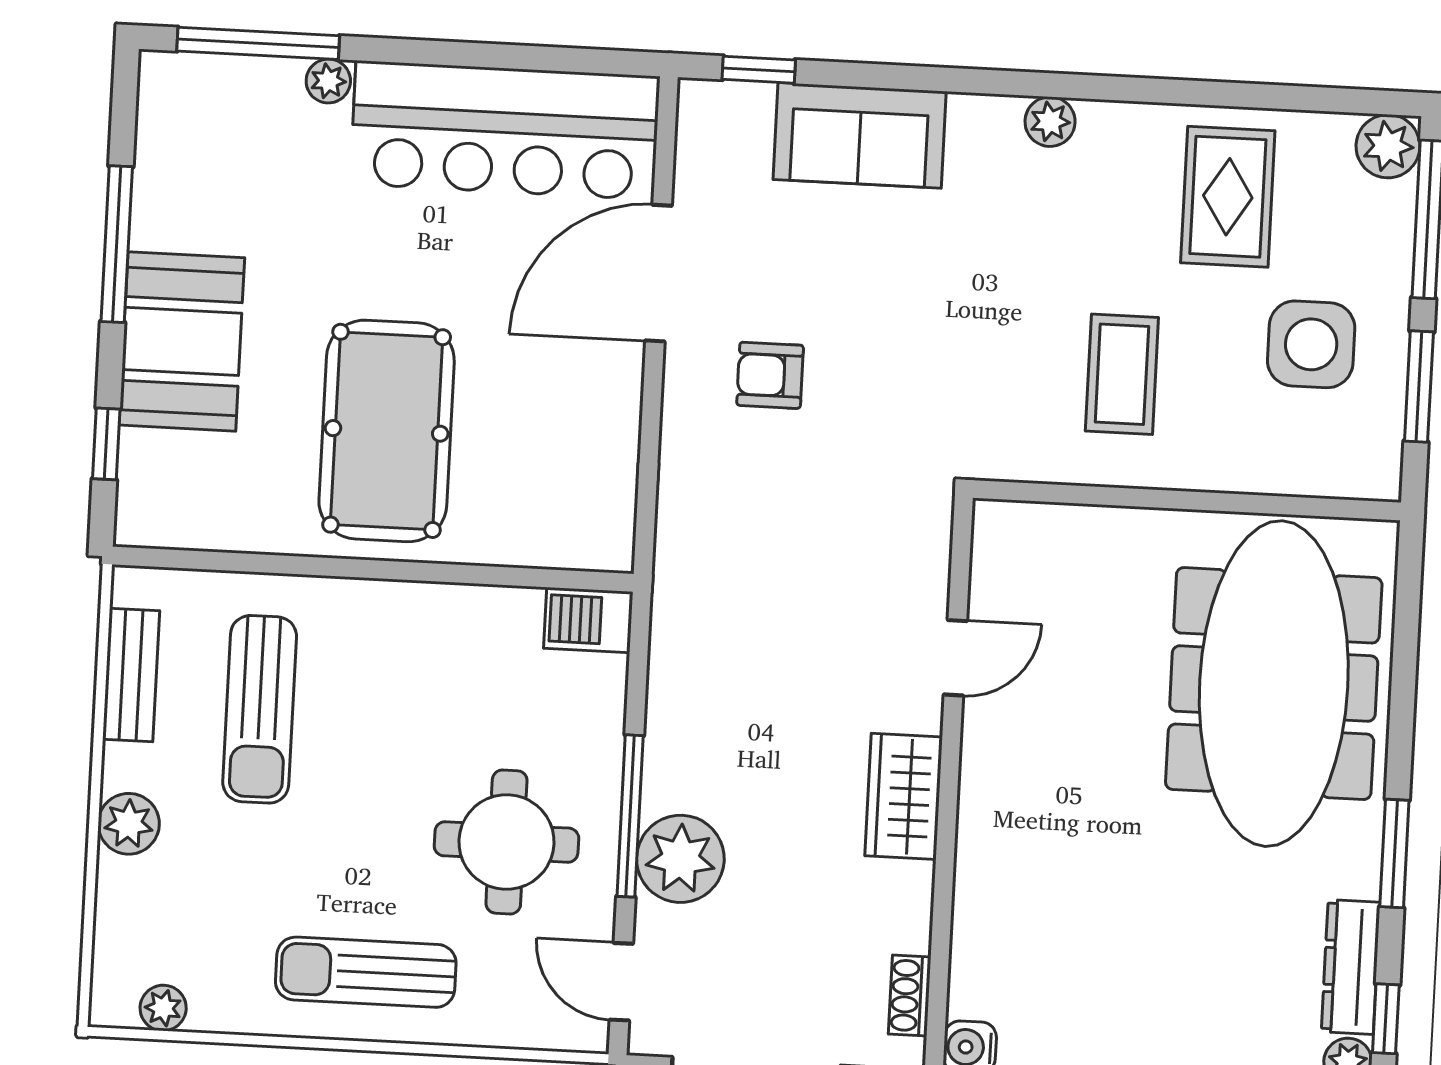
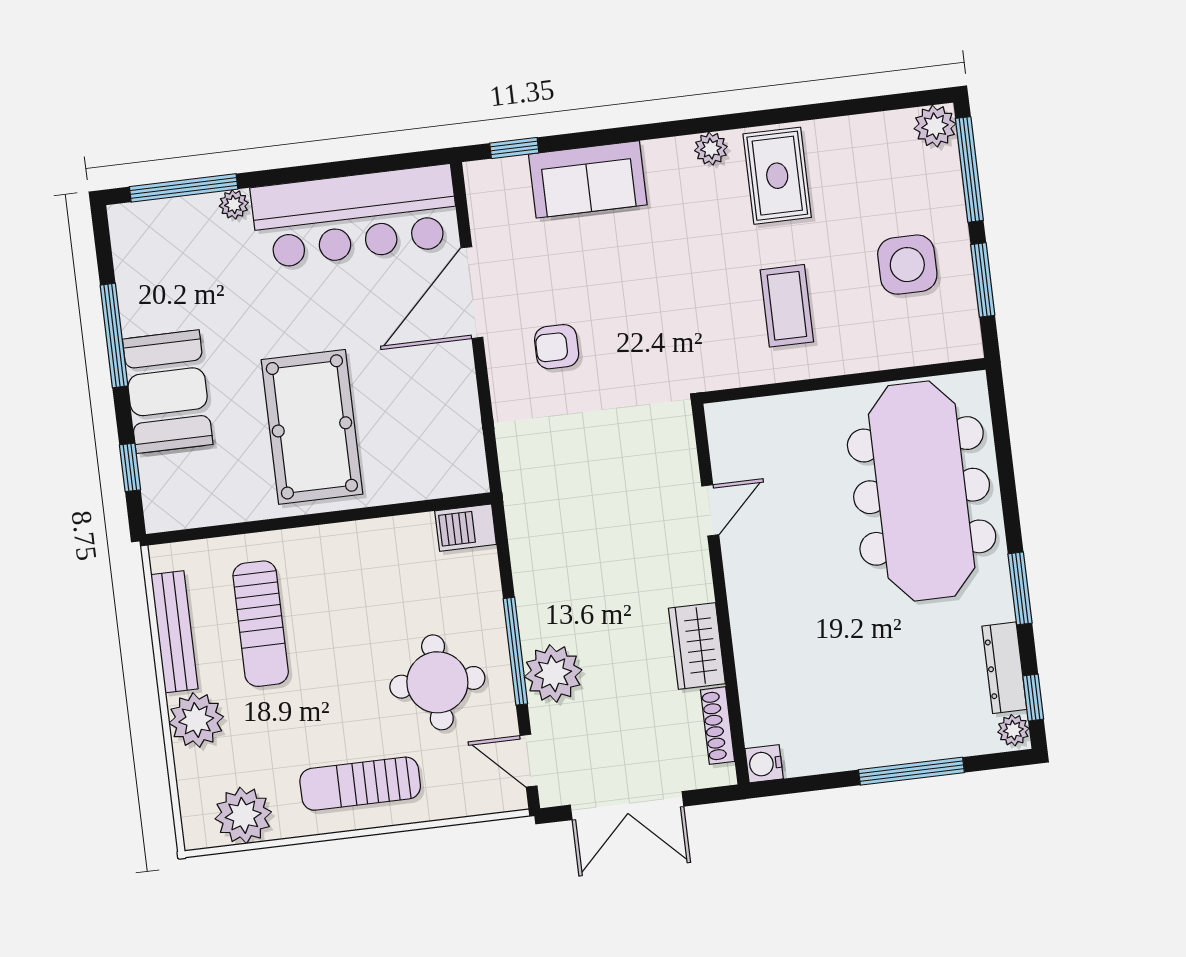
rug: (1228, 197) -> (777, 176), moved
bench: (131, 675) -> (174, 632), width x1.36
wardrobe: (904, 796) -> (697, 646), moved
plant: (129, 824) -> (196, 720), width x1.36, depth x1.36
shoe rack: (910, 996) -> (718, 726), width x1.43
plant: (163, 1008) -> (243, 815), width x1.87, depth x1.87

